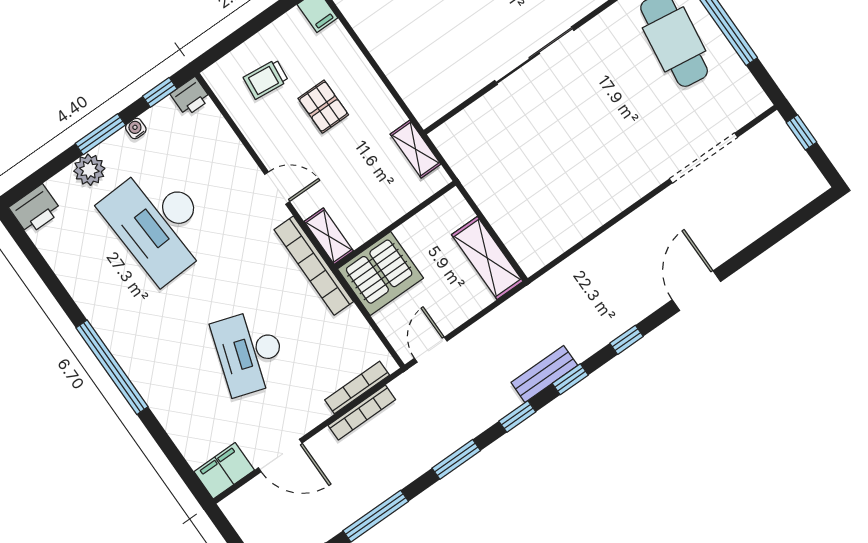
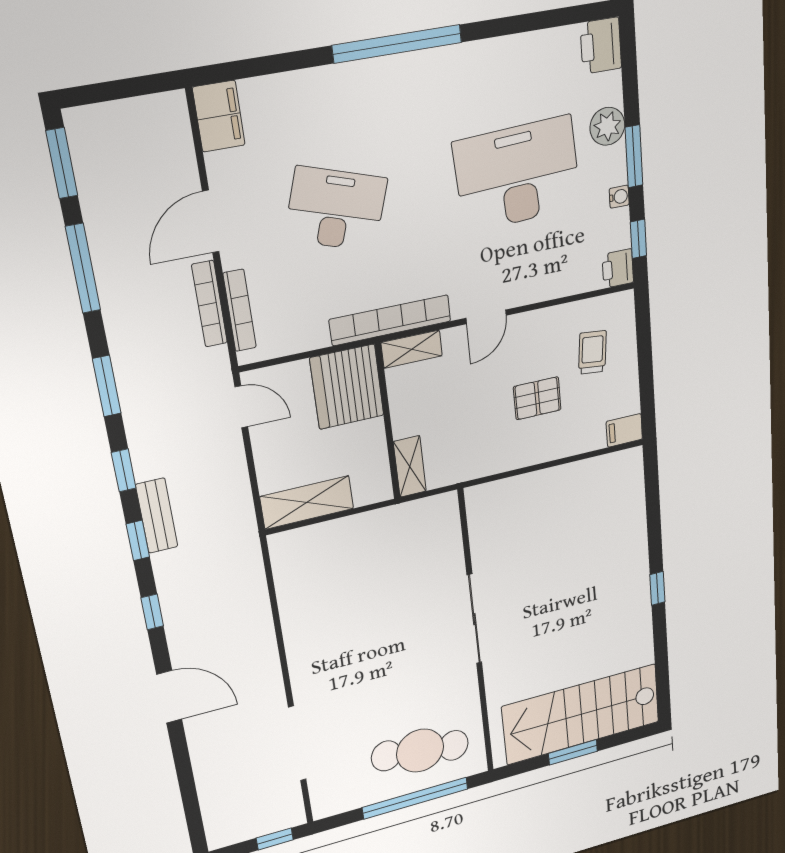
shelving: (415, 149) -> (410, 466), moved, turned 90
door: (280, 455) -> (211, 222), moved

